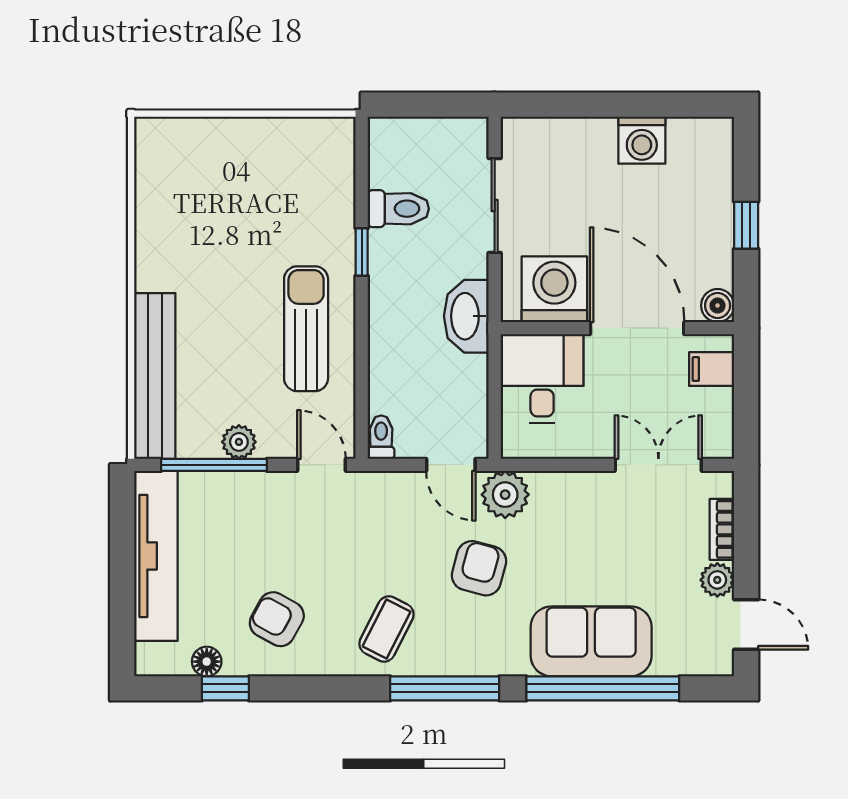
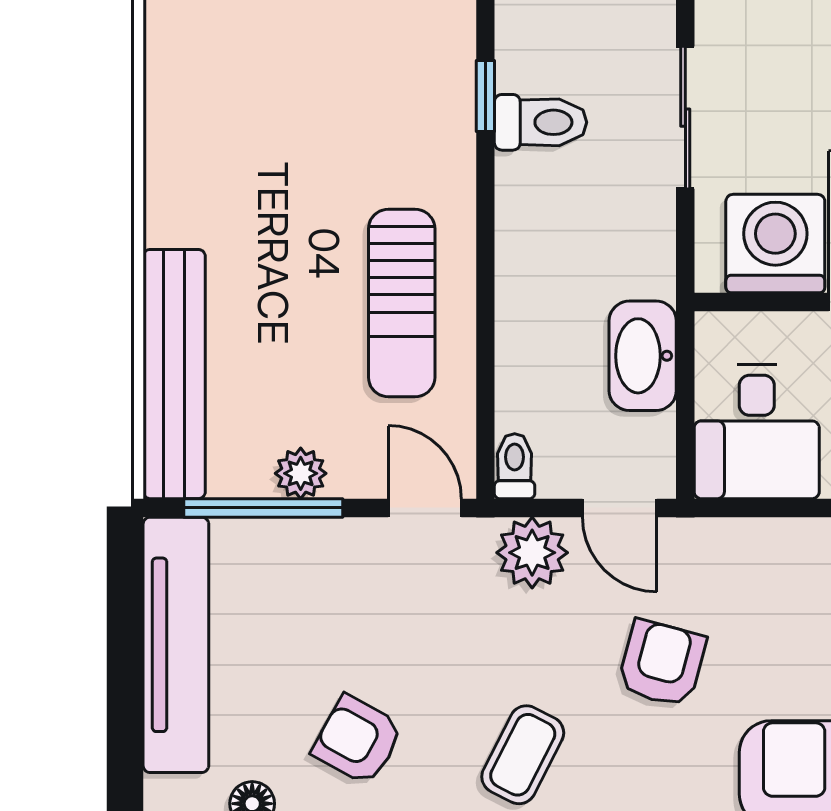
window: (362, 252) -> (485, 96), moved
washbasin: (466, 316) -> (643, 356), moved
sun lounger: (306, 329) -> (402, 303), turned 180
desk: (542, 379) -> (757, 432), moved, turned 180
plant: (505, 495) -> (532, 553), moved

